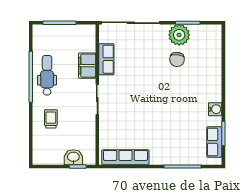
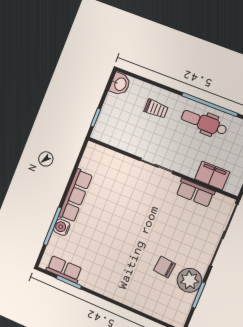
filing cabinet: (87, 66) -> (212, 176), moved
dental chair: (47, 75) -> (204, 123), turned 180
water cooler: (215, 109) -> (62, 227), moved, turned 90
washbasin: (73, 157) -> (120, 84), moved
row of seats: (125, 157) -> (75, 196), moved

